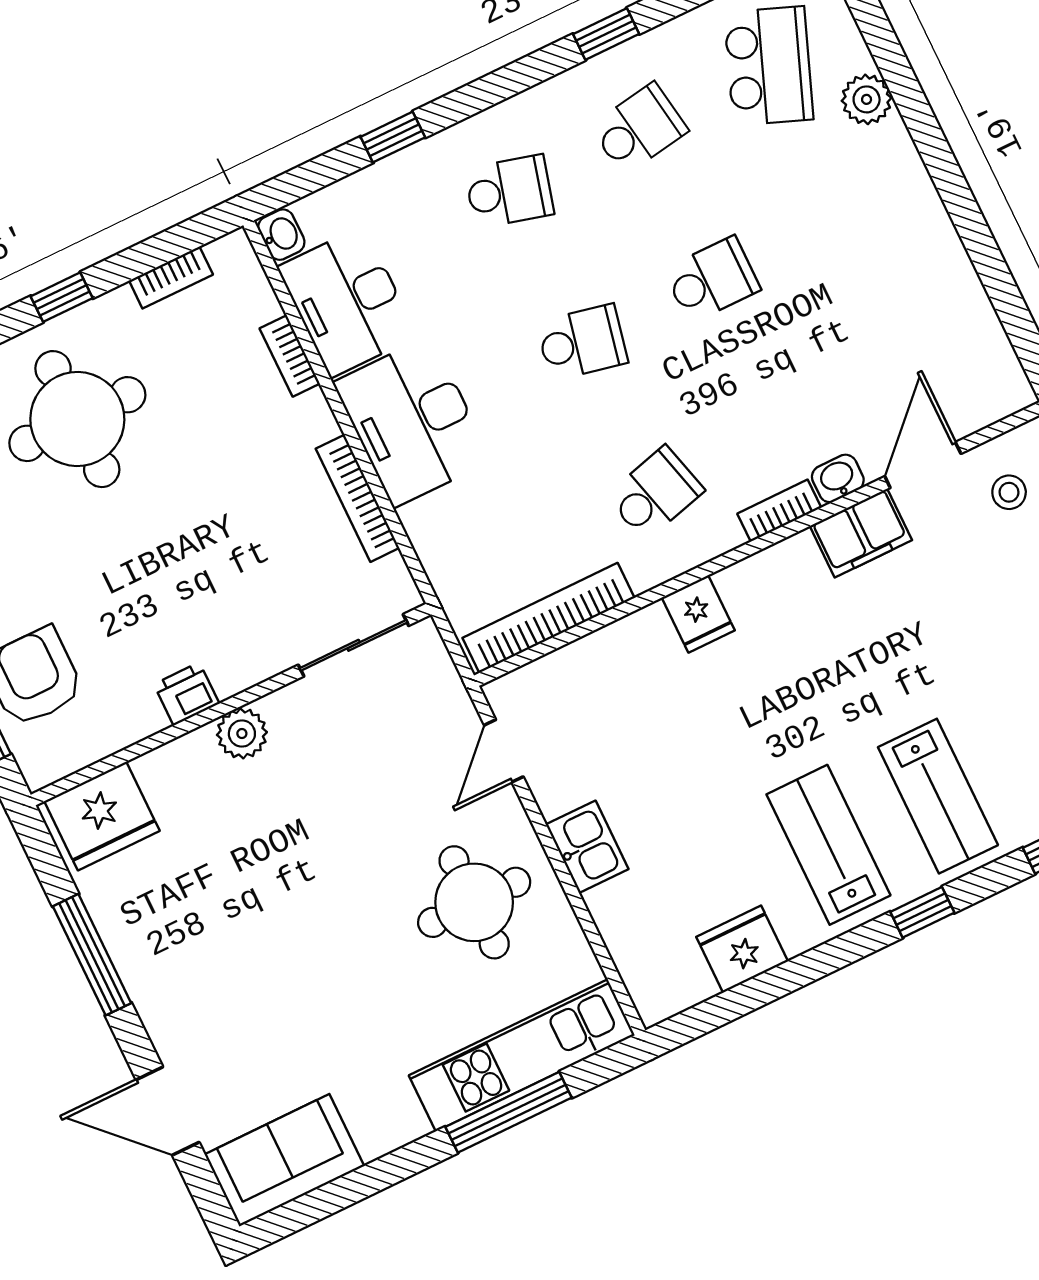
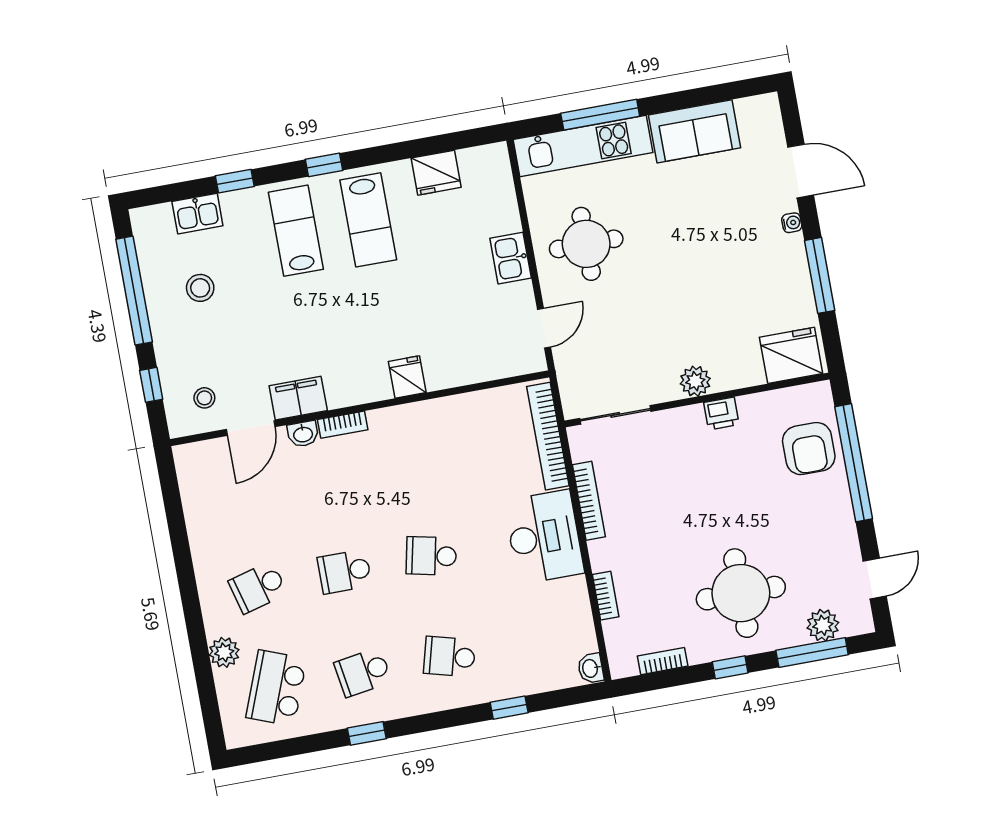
desk: (347, 302) -> (563, 618), removed
school desk: (655, 493) -> (258, 587), moved
bookcase: (548, 618) -> (548, 436), moved, turned 90
water cooler: (159, 1026) -> (792, 223), added
sofa: (284, 1160) -> (695, 131), moved

